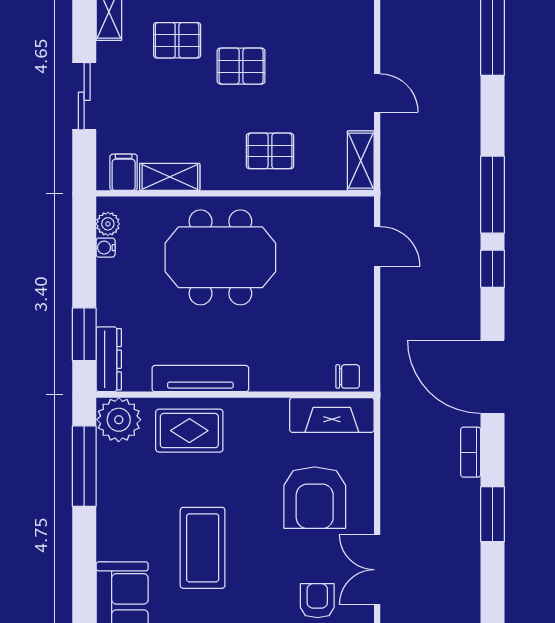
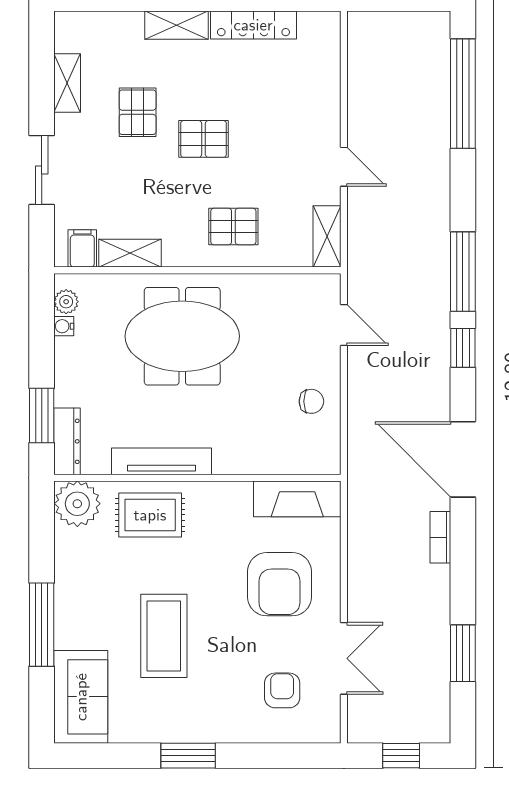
pallet: (177, 40) -> (138, 112), turned 90
chair: (348, 376) -> (311, 401), moved
window: (84, 466) -> (42, 625), moved
window: (493, 514) -> (463, 653), moved
double door: (377, 570) -> (344, 658), swing flipped

